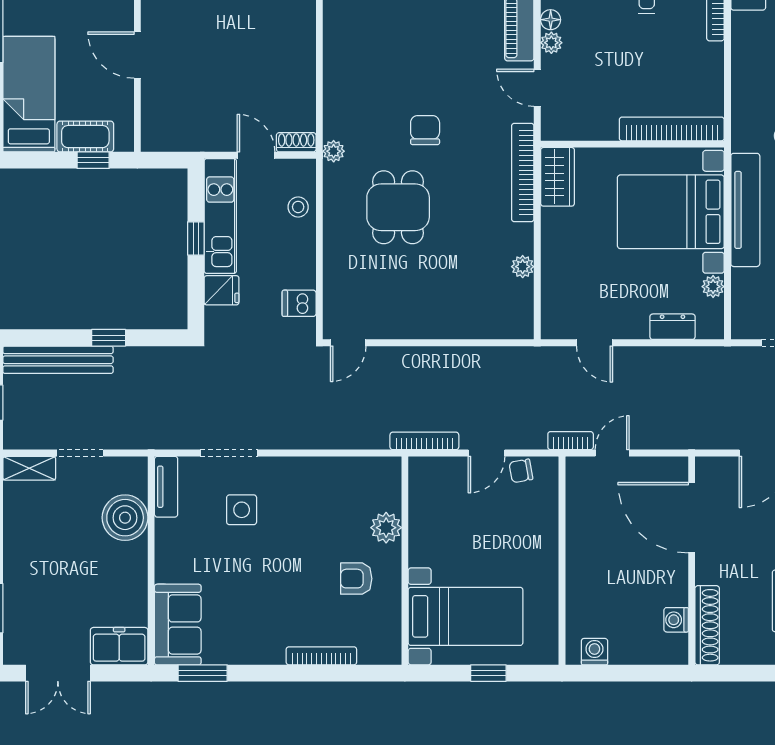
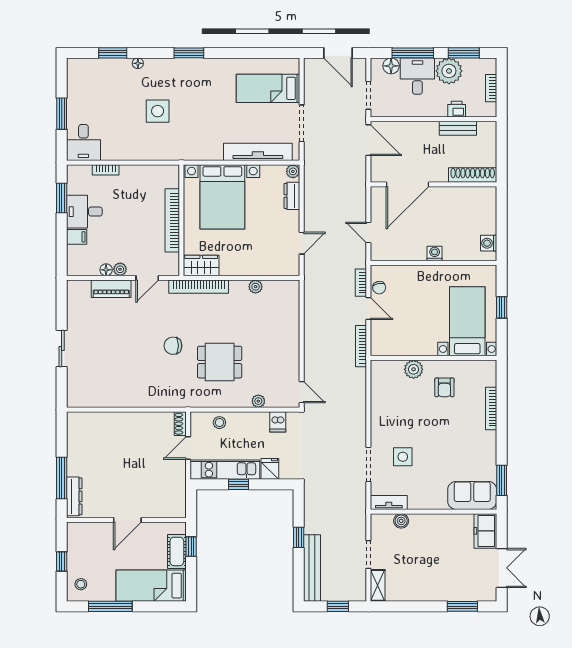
bookcase: (672, 129) -> (172, 220), moved
plant: (334, 151) -> (258, 401), moved
tv unit: (745, 210) -> (258, 152), moved
plant: (713, 287) -> (293, 171), moved
bookcase: (571, 441) -> (361, 283), moved
boiler: (125, 518) -> (401, 521), width x0.54, depth x0.54
washing machine: (676, 620) -> (435, 253), moved, turned 180

